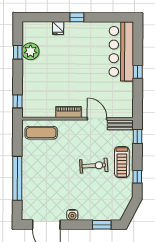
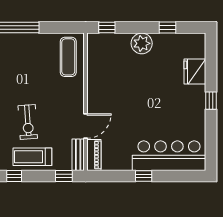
fridge: (58, 28) -> (195, 71), width x1.88, depth x1.34
plant: (31, 51) -> (142, 43), moved
piano: (69, 112) -> (94, 155), moved

